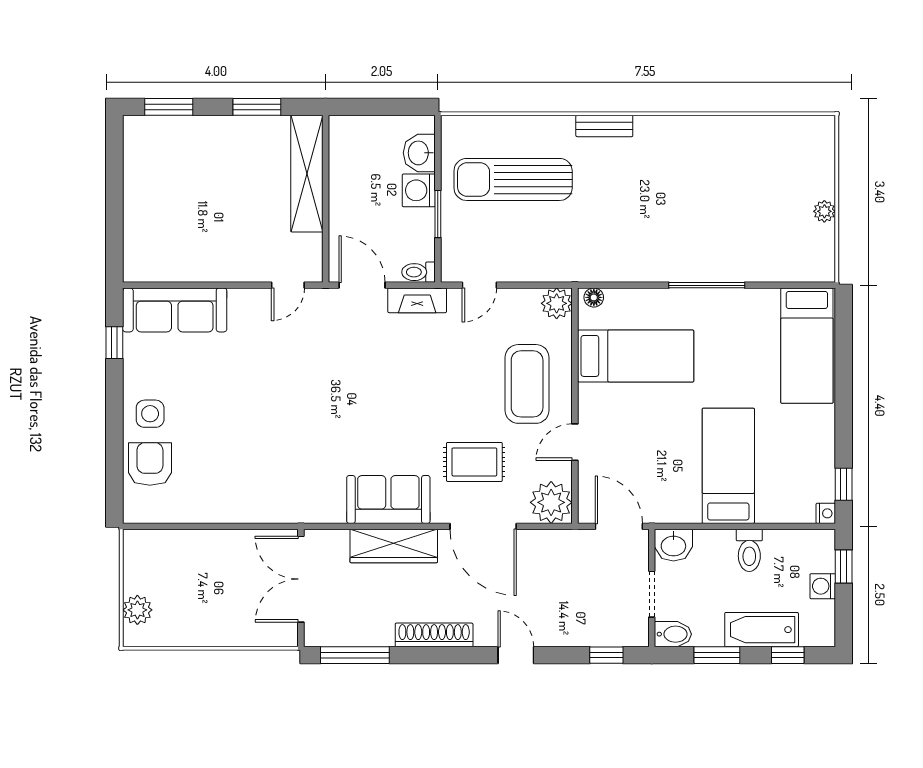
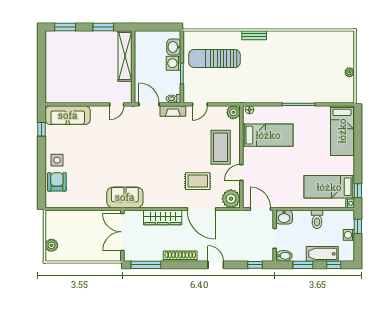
bed: (728, 466) -> (329, 187), moved, turned -90
sofa: (388, 500) -> (125, 197), moved

